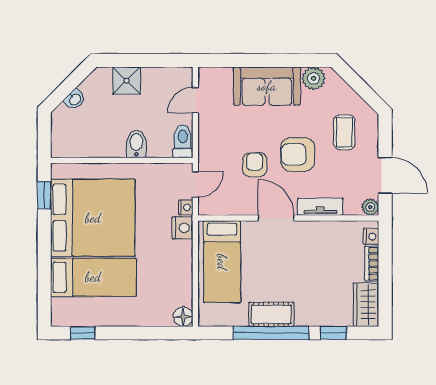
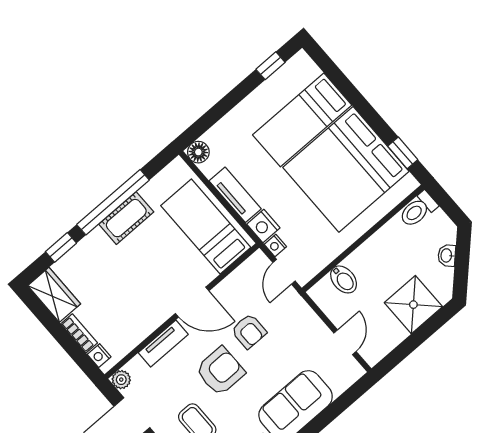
shower: (127, 81) -> (413, 305), width x1.36, depth x1.36
toilet: (183, 141) -> (418, 210), moved, turned 90
bidet: (136, 144) -> (344, 279), moved
tv unit: (183, 266) -> (235, 195), added

